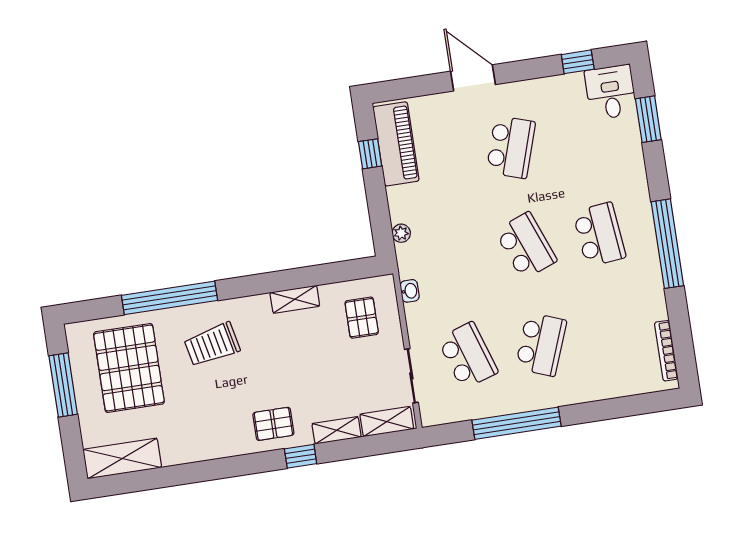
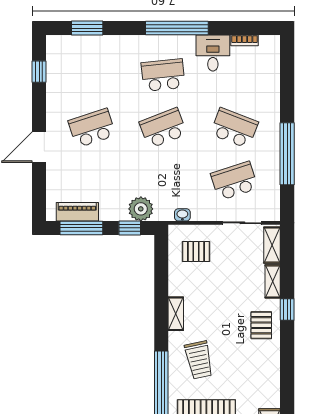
desk: (611, 92) -> (213, 53), moved, turned 90
piano: (396, 144) -> (77, 212), width x0.73, depth x0.75
school desk: (511, 147) -> (92, 128), turned -36
window: (370, 154) -> (81, 228), width x2.17
window: (380, 221) -> (130, 228), added
plant: (401, 233) -> (141, 209), width x1.88, depth x1.88
shelving: (295, 299) -> (176, 314), moved
bookcase: (666, 351) -> (245, 40), width x0.64

